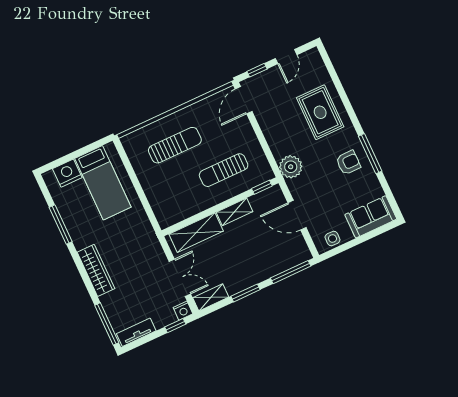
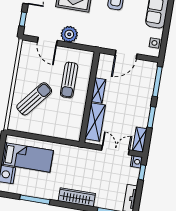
door: (244, 100) -> (47, 41), moved
sun lounger: (175, 145) -> (34, 99), turned 39
plant: (291, 167) -> (69, 34), moved
window: (262, 187) -> (95, 64), removed

